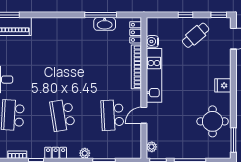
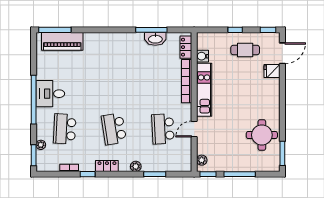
cafe table: (196, 35) -> (245, 50), turned 41
fridge: (223, 85) -> (272, 71), moved

